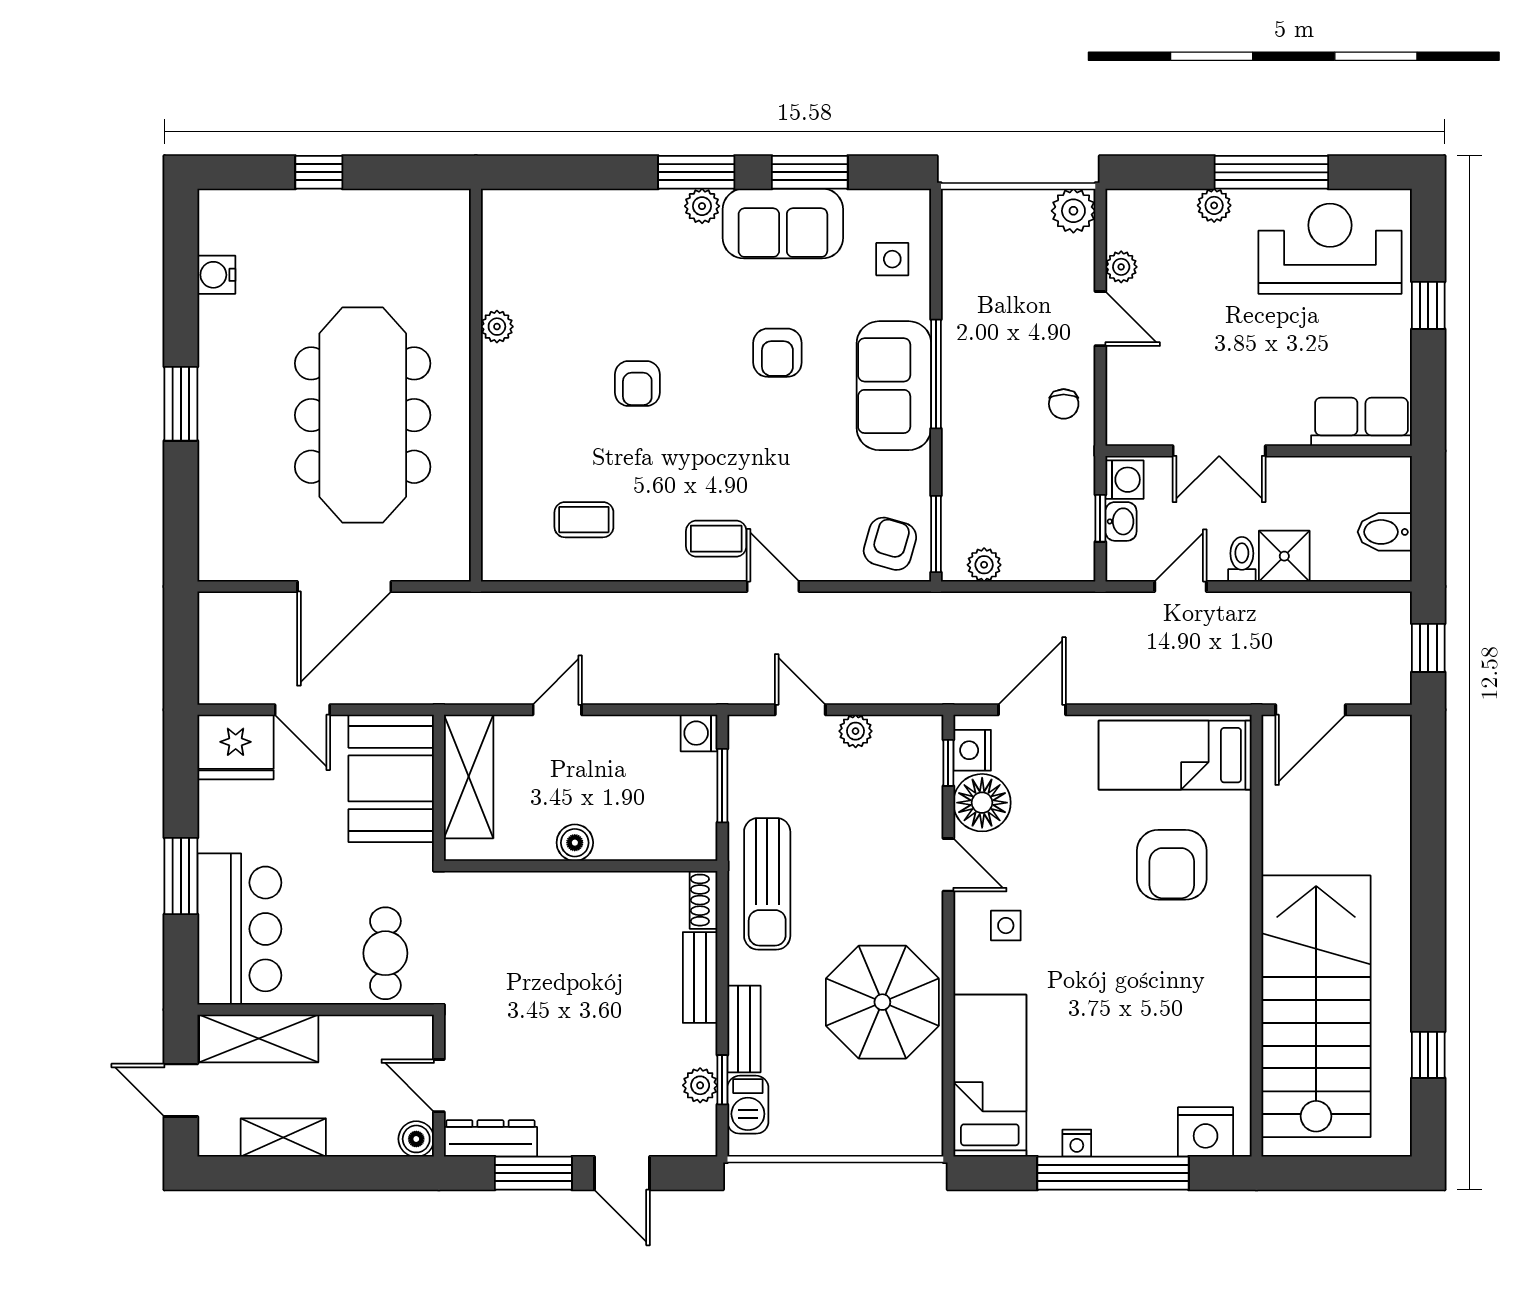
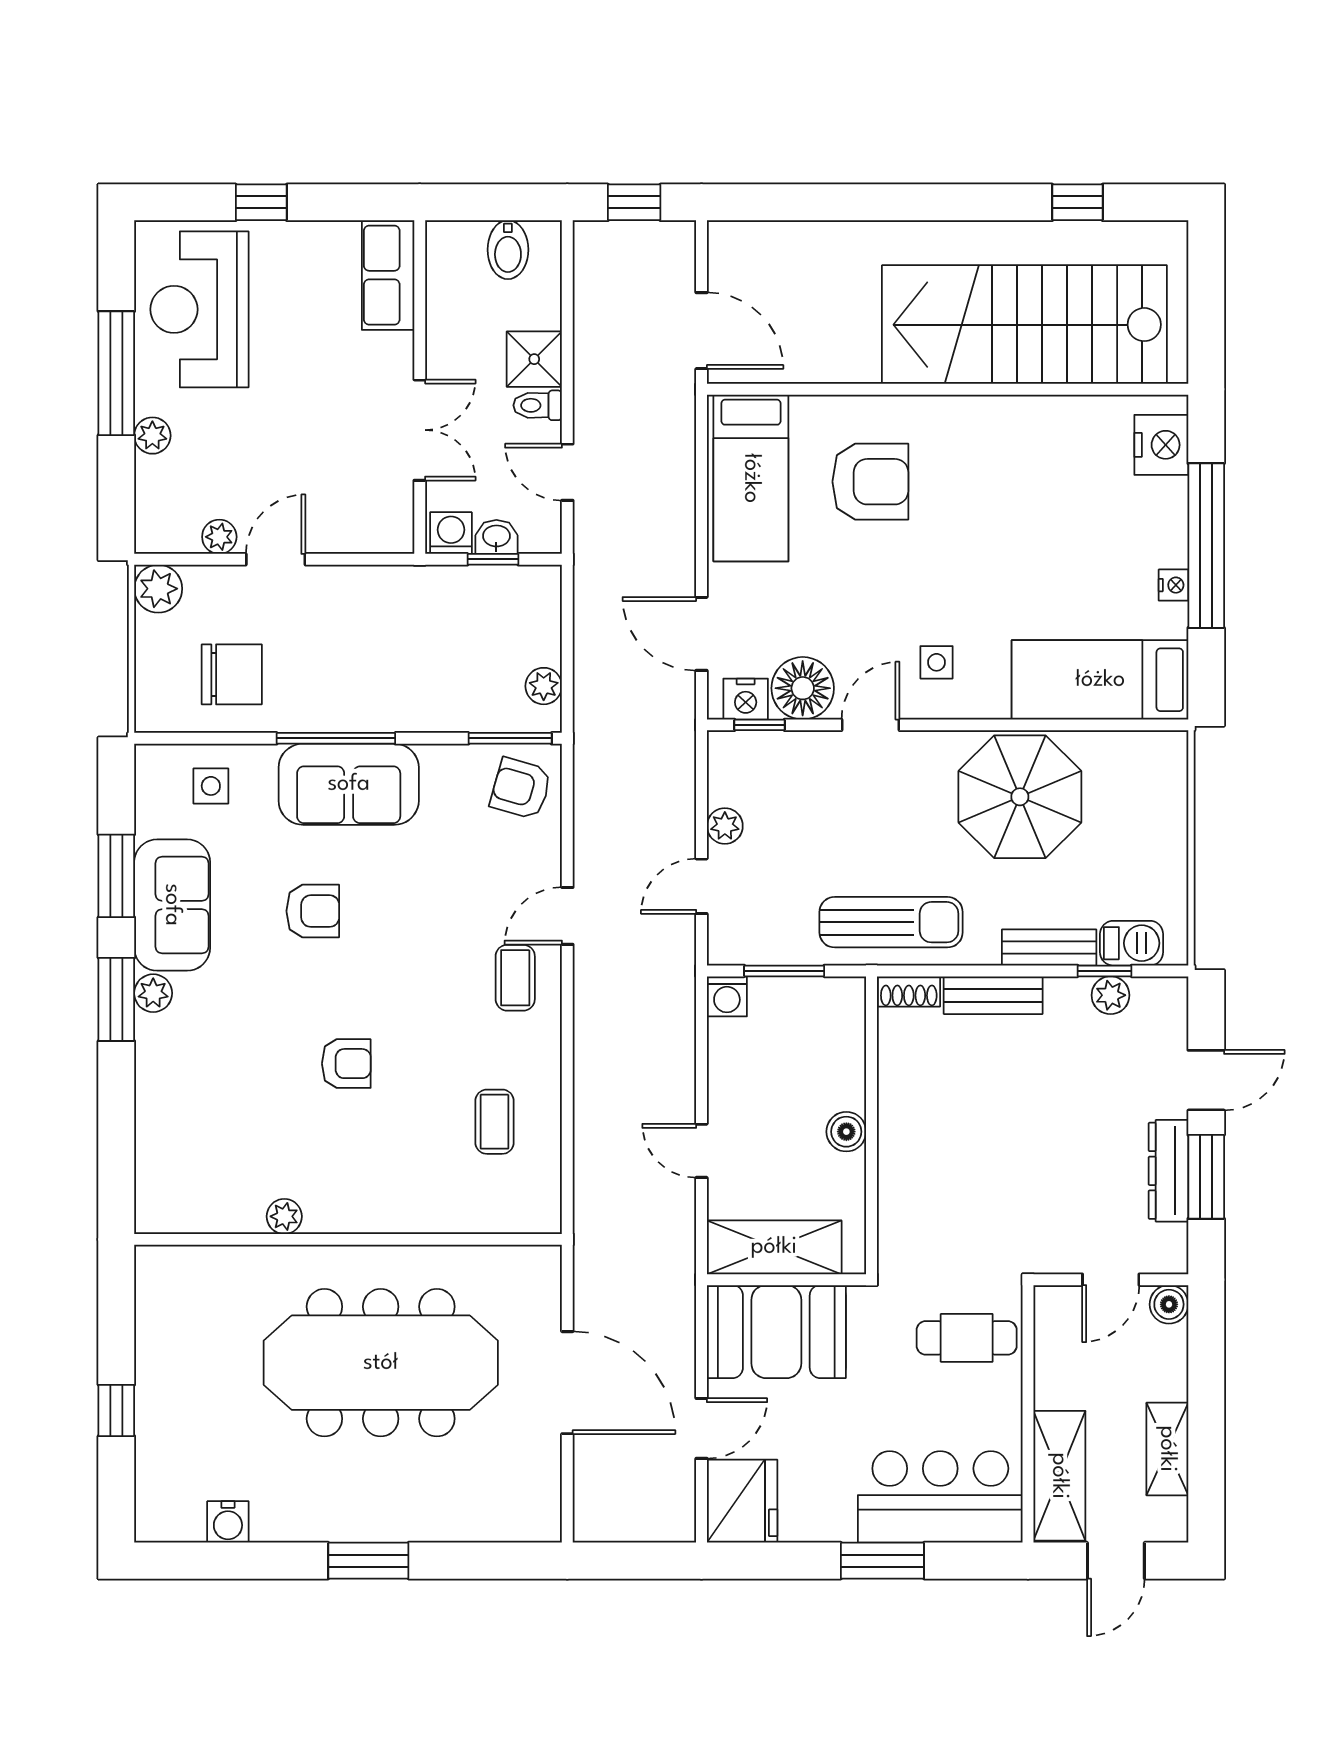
chair: (1064, 404) -> (232, 674), moved, width x1.87, depth x1.87
dresser: (490, 1138) -> (1168, 1171), moved

